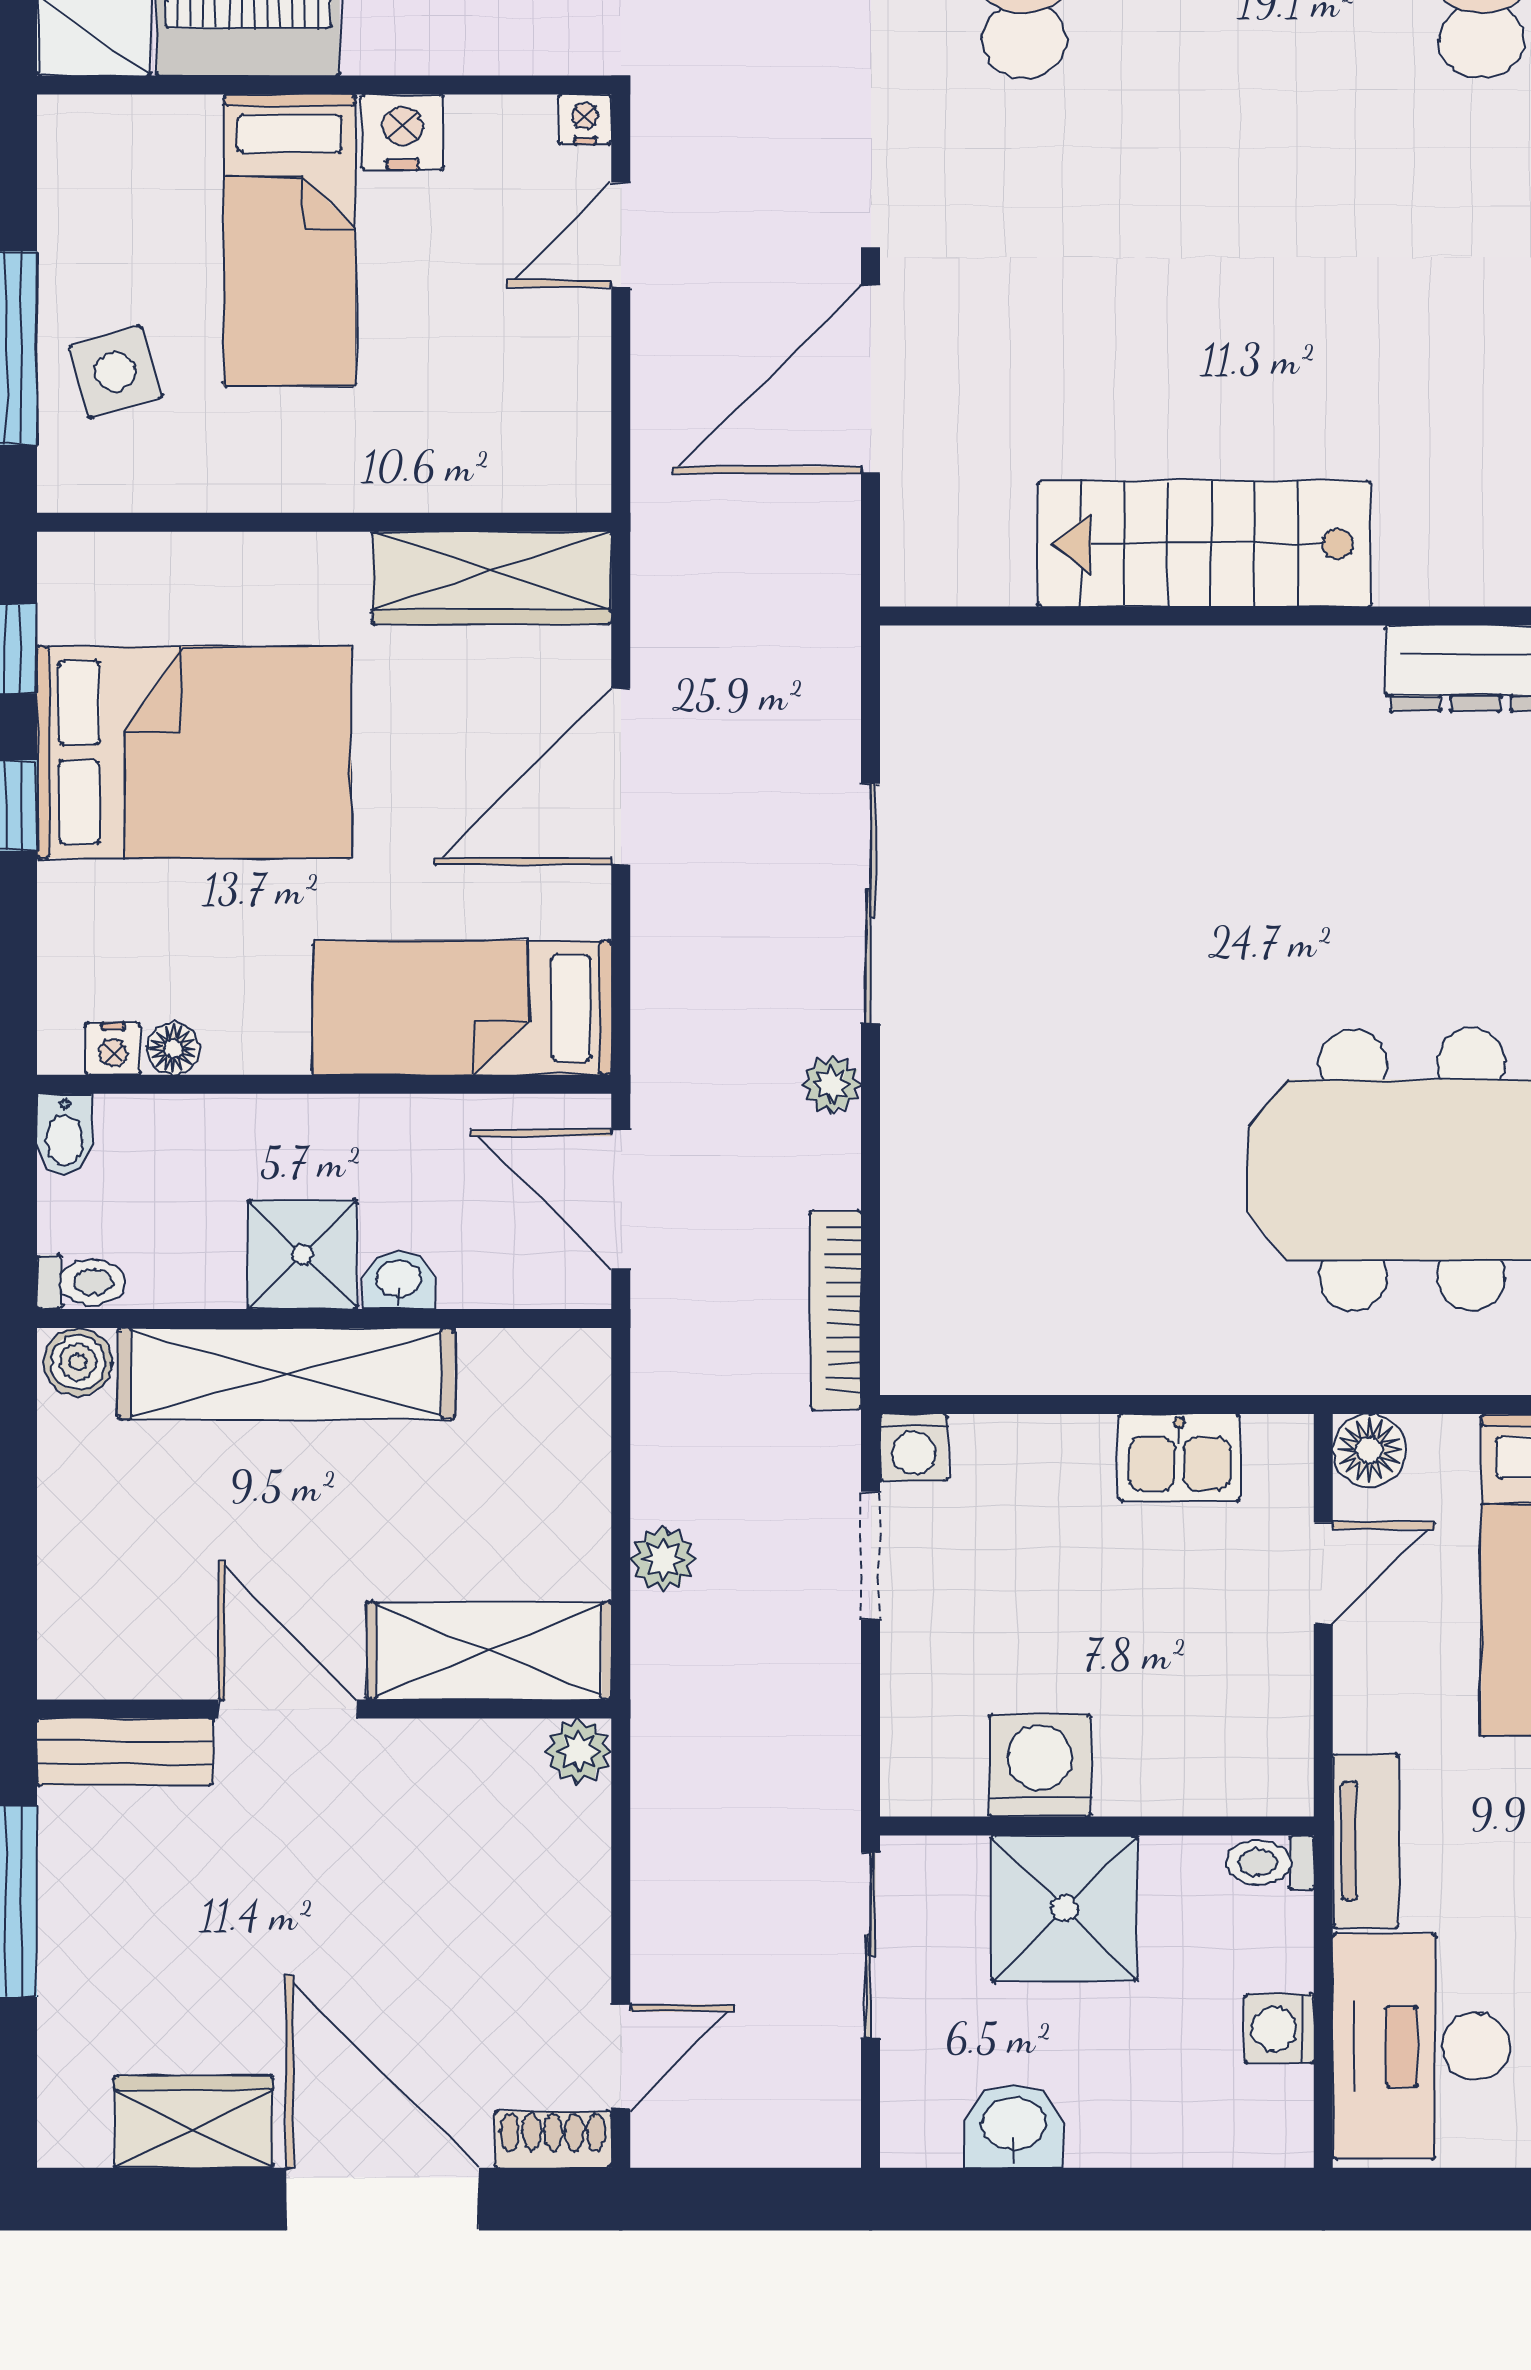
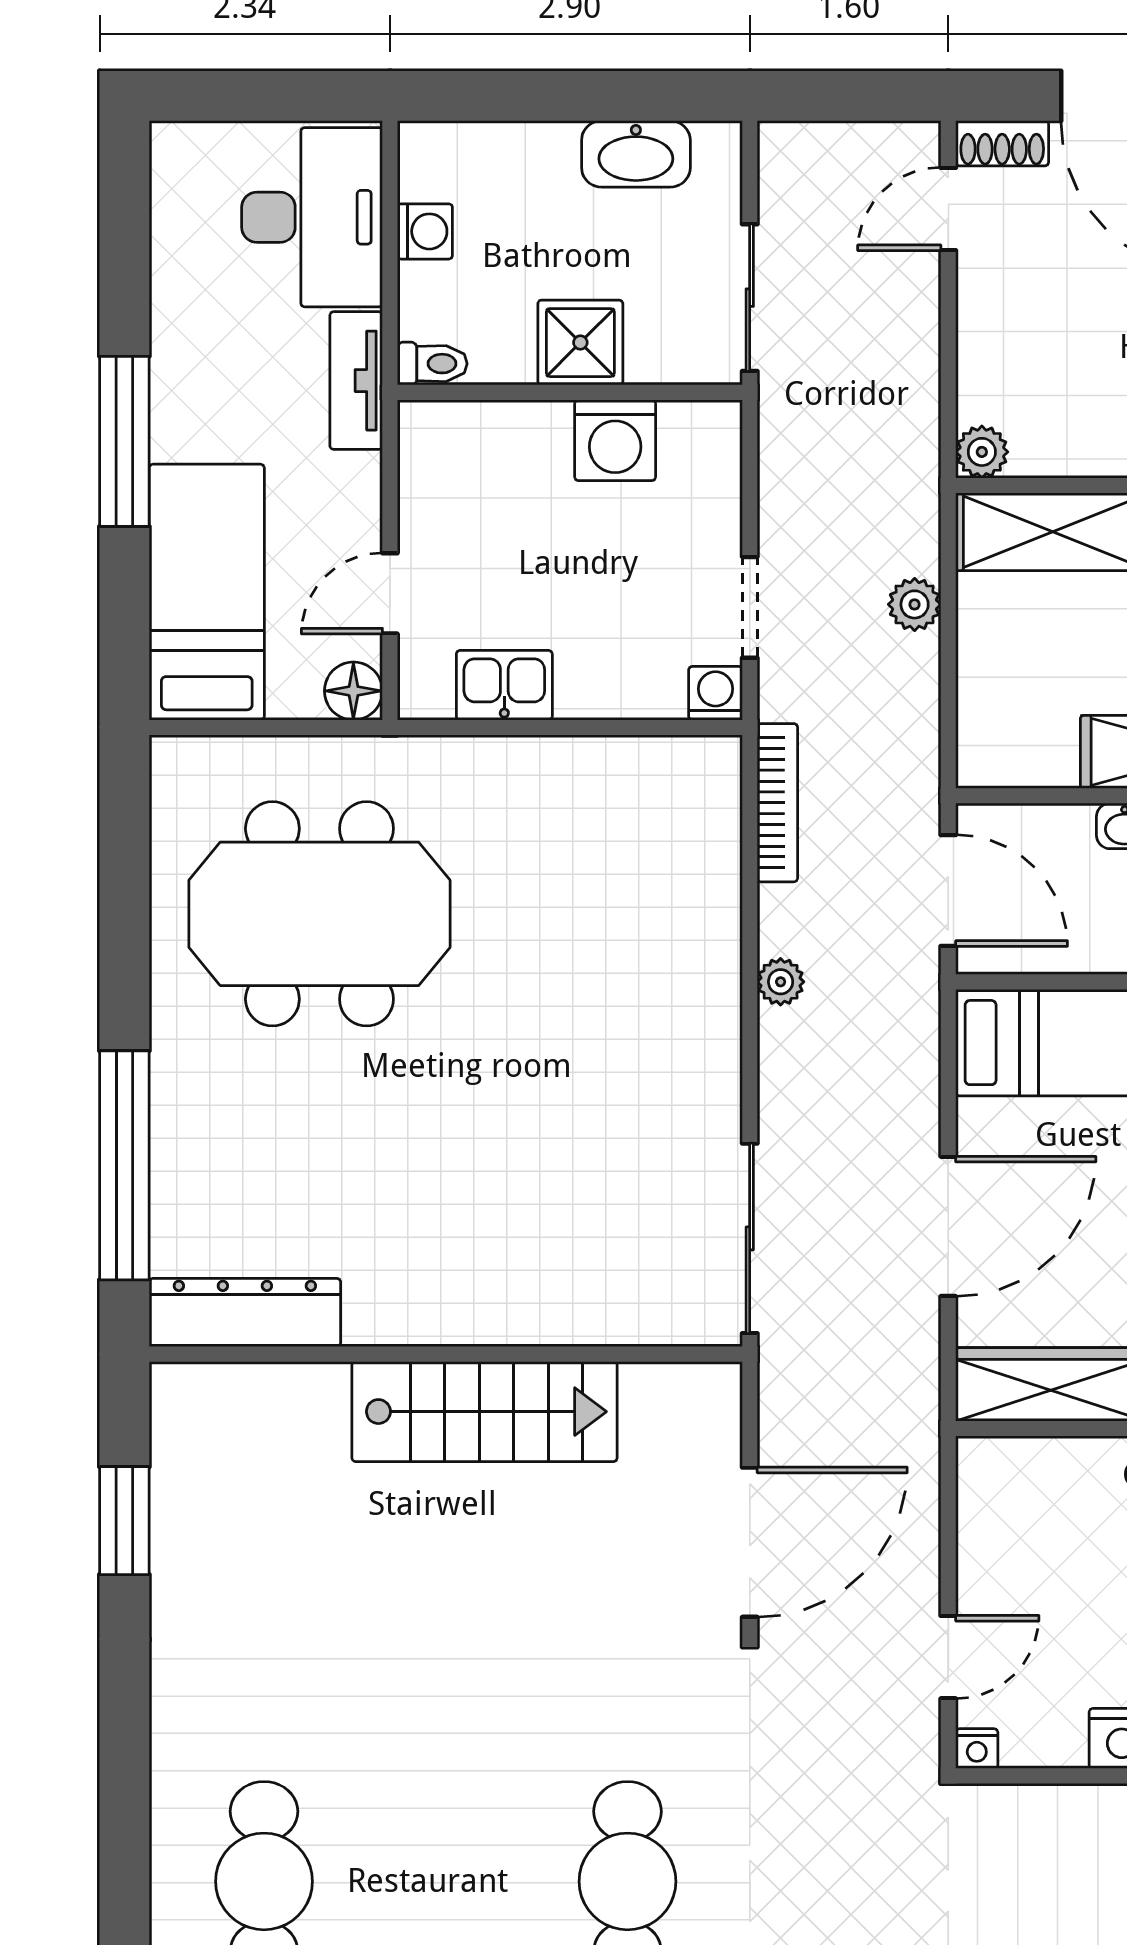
sliding door: (871, 903) -> (750, 1238), moved
shower: (1064, 1908) -> (580, 343), width x0.73, depth x0.73
washbasin: (1014, 2126) -> (636, 154), width x1.38

